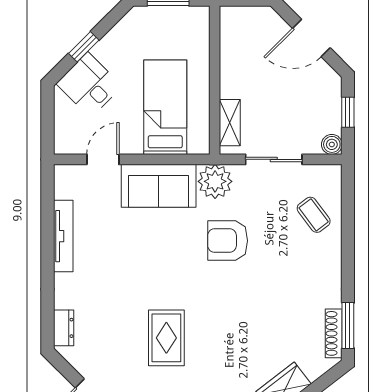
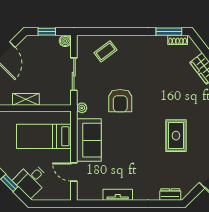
shelving: (230, 123) -> (26, 99), moved
plant: (215, 181) -> (82, 108), width x0.53, depth x0.53
tv unit: (63, 236) -> (118, 195), width x0.71
shoe rack: (334, 333) -> (178, 40), width x0.70
rug: (166, 338) -> (176, 136), turned 90

